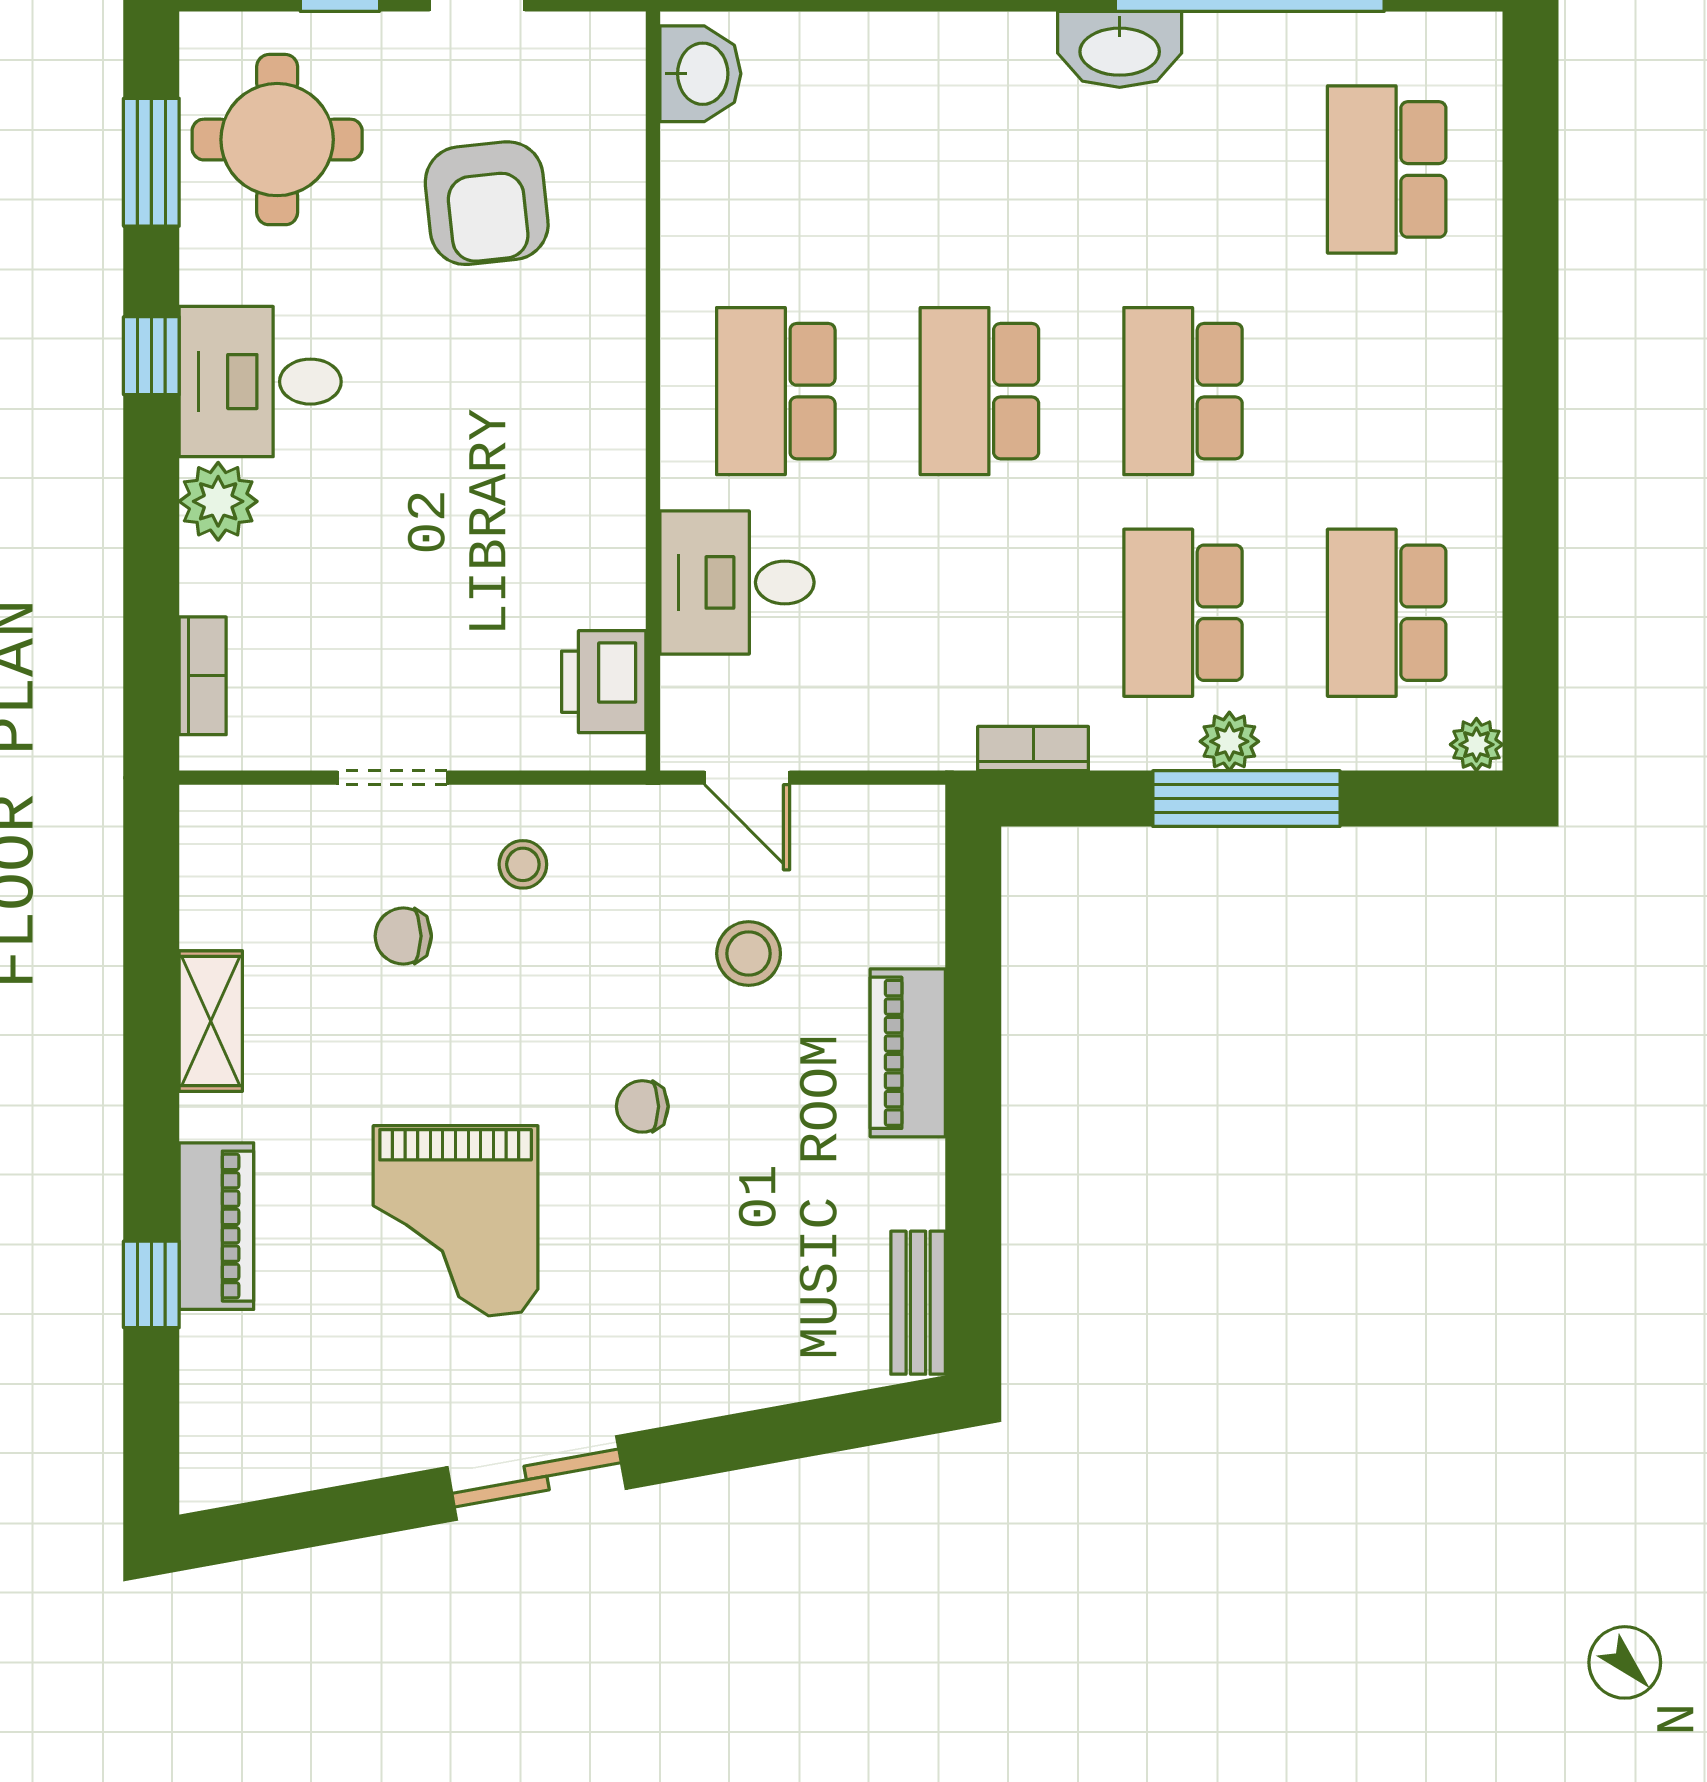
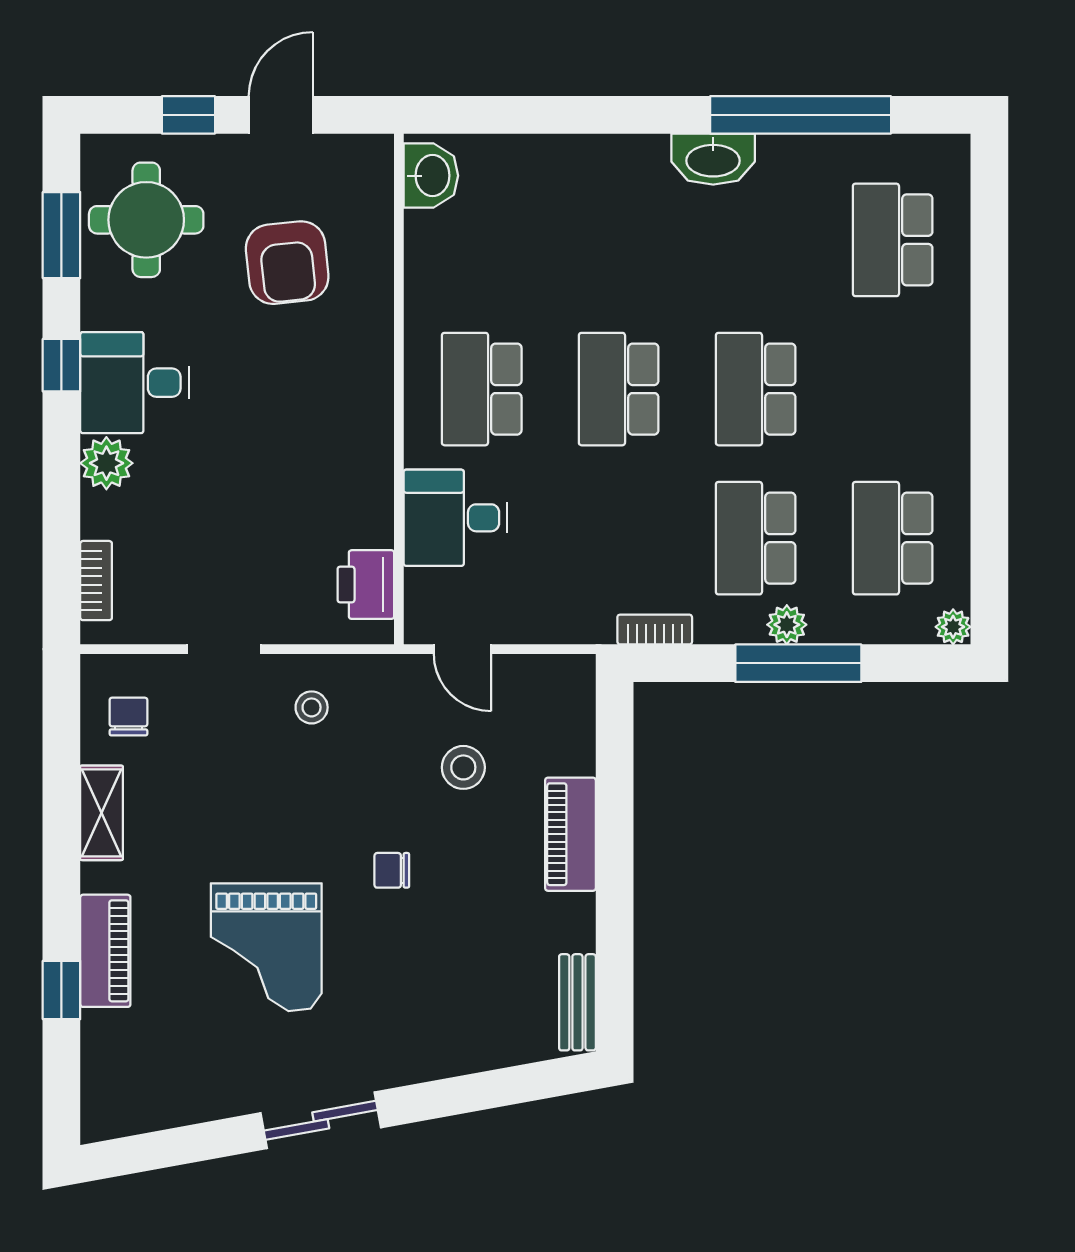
chair: (403, 936) -> (128, 717), moved, turned 90

